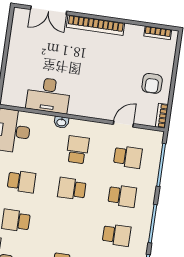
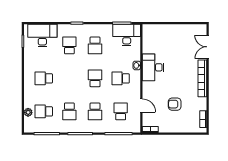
armchair: (152, 83) -> (175, 104), moved
desk: (48, 95) -> (153, 67), moved
school desk: (78, 150) -> (121, 78), turned 180
school desk: (128, 157) -> (121, 111), turned 180

